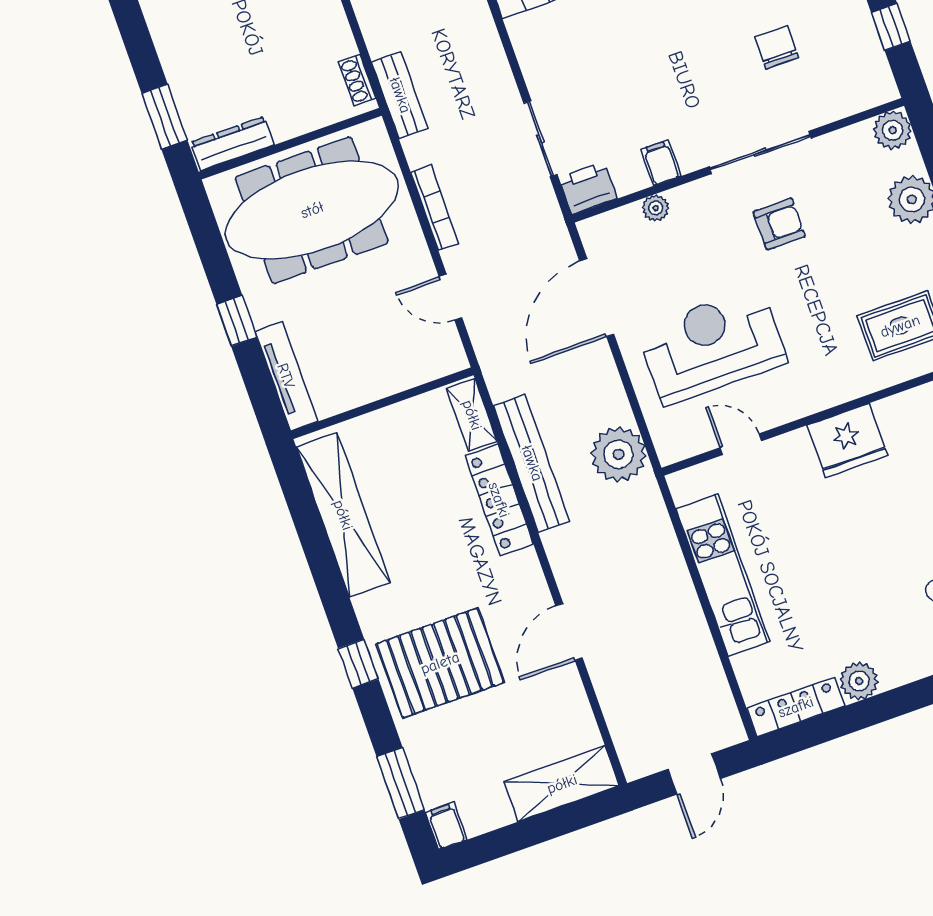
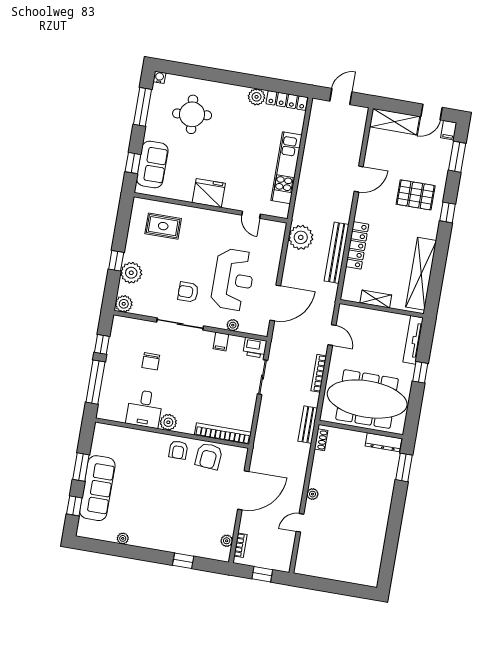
reception desk: (712, 346) -> (233, 280), moved, turned -90
shelving: (472, 415) -> (376, 299), moved, turned 90
pallet: (440, 663) -> (416, 195), width x0.73, depth x0.71
door: (500, 843) -> (431, 112), added

